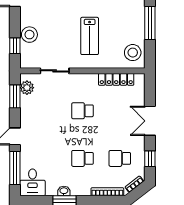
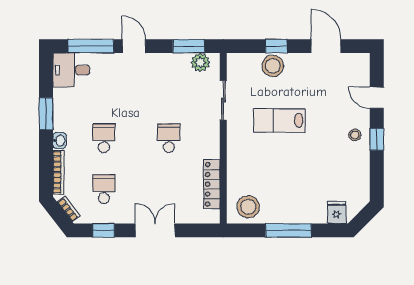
lab bench: (90, 36) -> (279, 120), moved
window: (15, 46) -> (276, 46), moved
washbasin: (64, 191) -> (59, 141), moved

